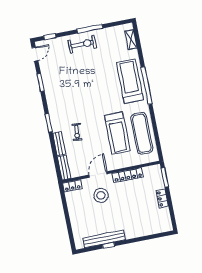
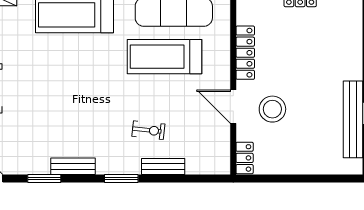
treadmill: (117, 133) -> (165, 57), turned 180
bench: (64, 168) -> (73, 166), moved

